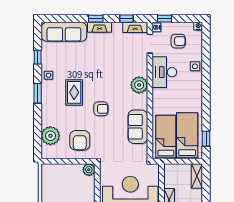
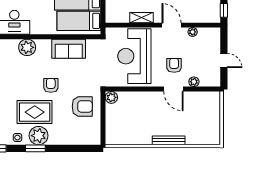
rug: (74, 92) -> (35, 112), width x1.36, depth x1.43
plant: (50, 136) -> (39, 136), moved

